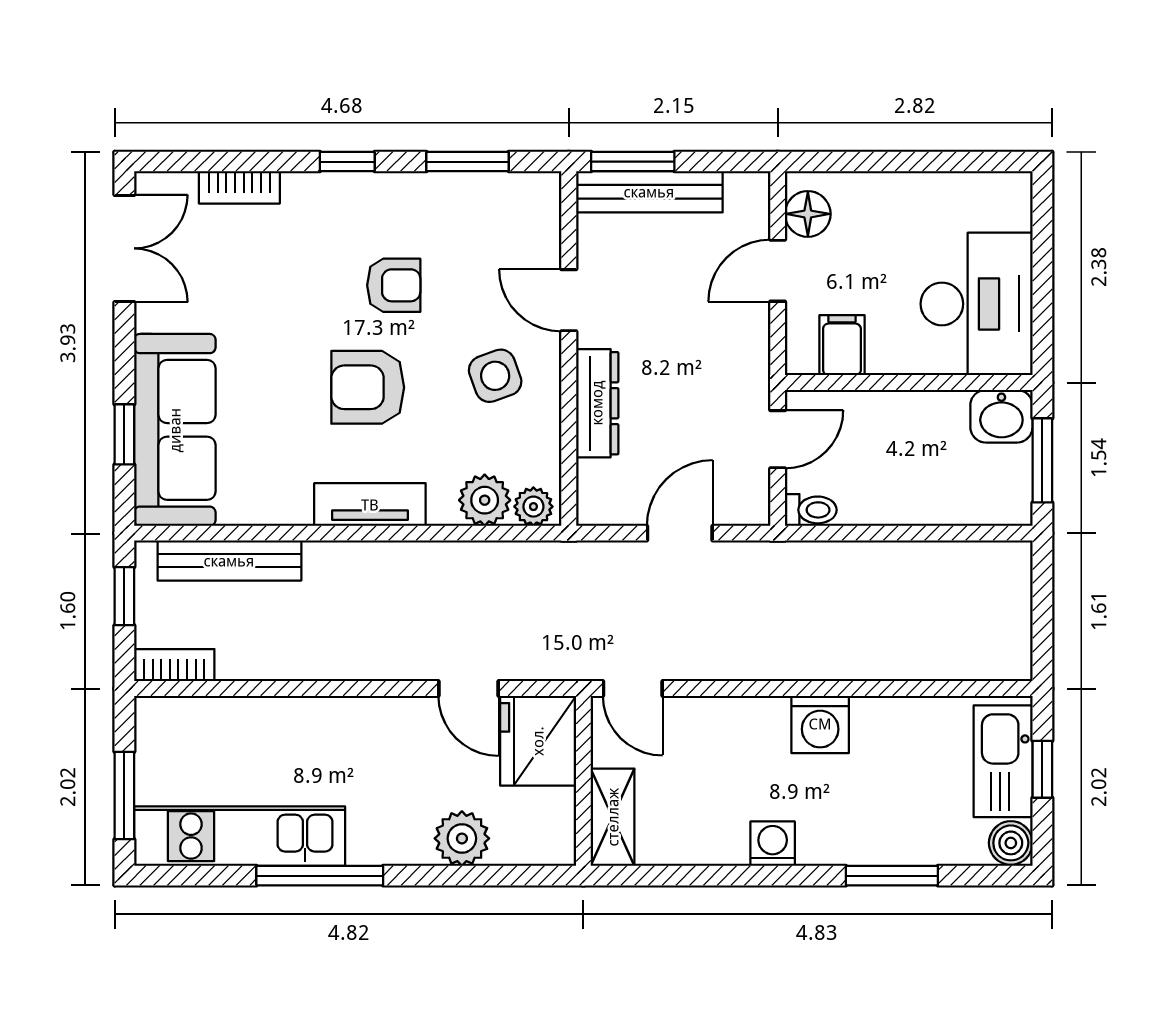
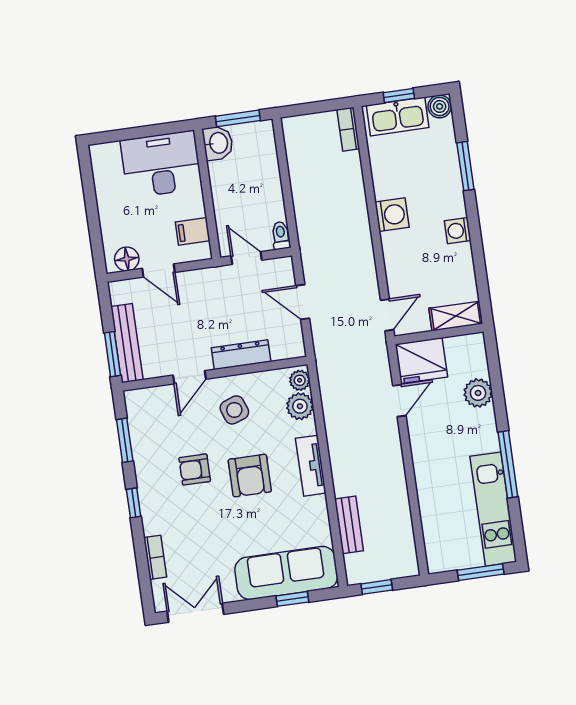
armchair: (394, 285) -> (195, 470), turned -90
bench: (229, 561) -> (349, 525), width x0.73
bookcase: (174, 665) -> (348, 129), moved

